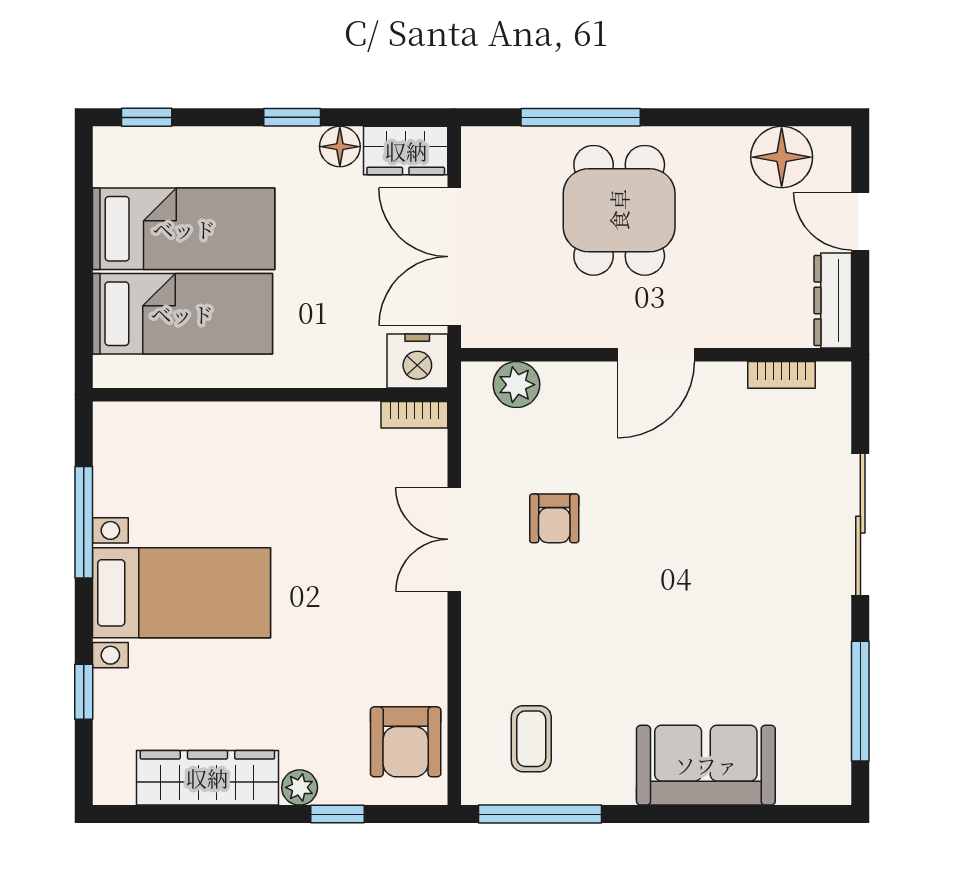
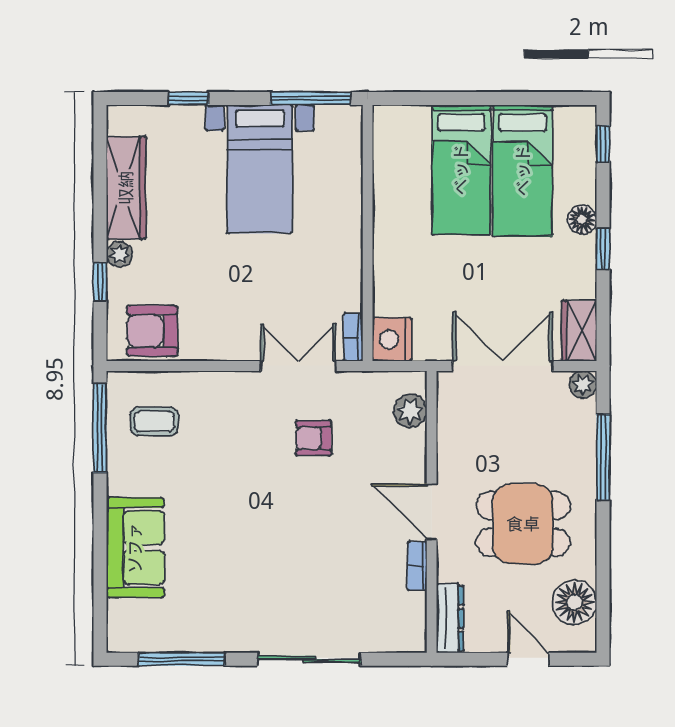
plant: (480, 145) -> (583, 384), added
floor lamp: (340, 147) -> (582, 220), moved
dining table: (619, 210) -> (523, 524), moved
door: (860, 221) -> (528, 659), hinge flipped
dresser: (833, 300) -> (450, 618), moved, turned 90
nightstand: (417, 361) -> (392, 339), moved
bookcase: (782, 375) -> (417, 566), moved
wall: (270, 395) -> (368, 233), moved
bookcase: (414, 415) -> (353, 337), moved

